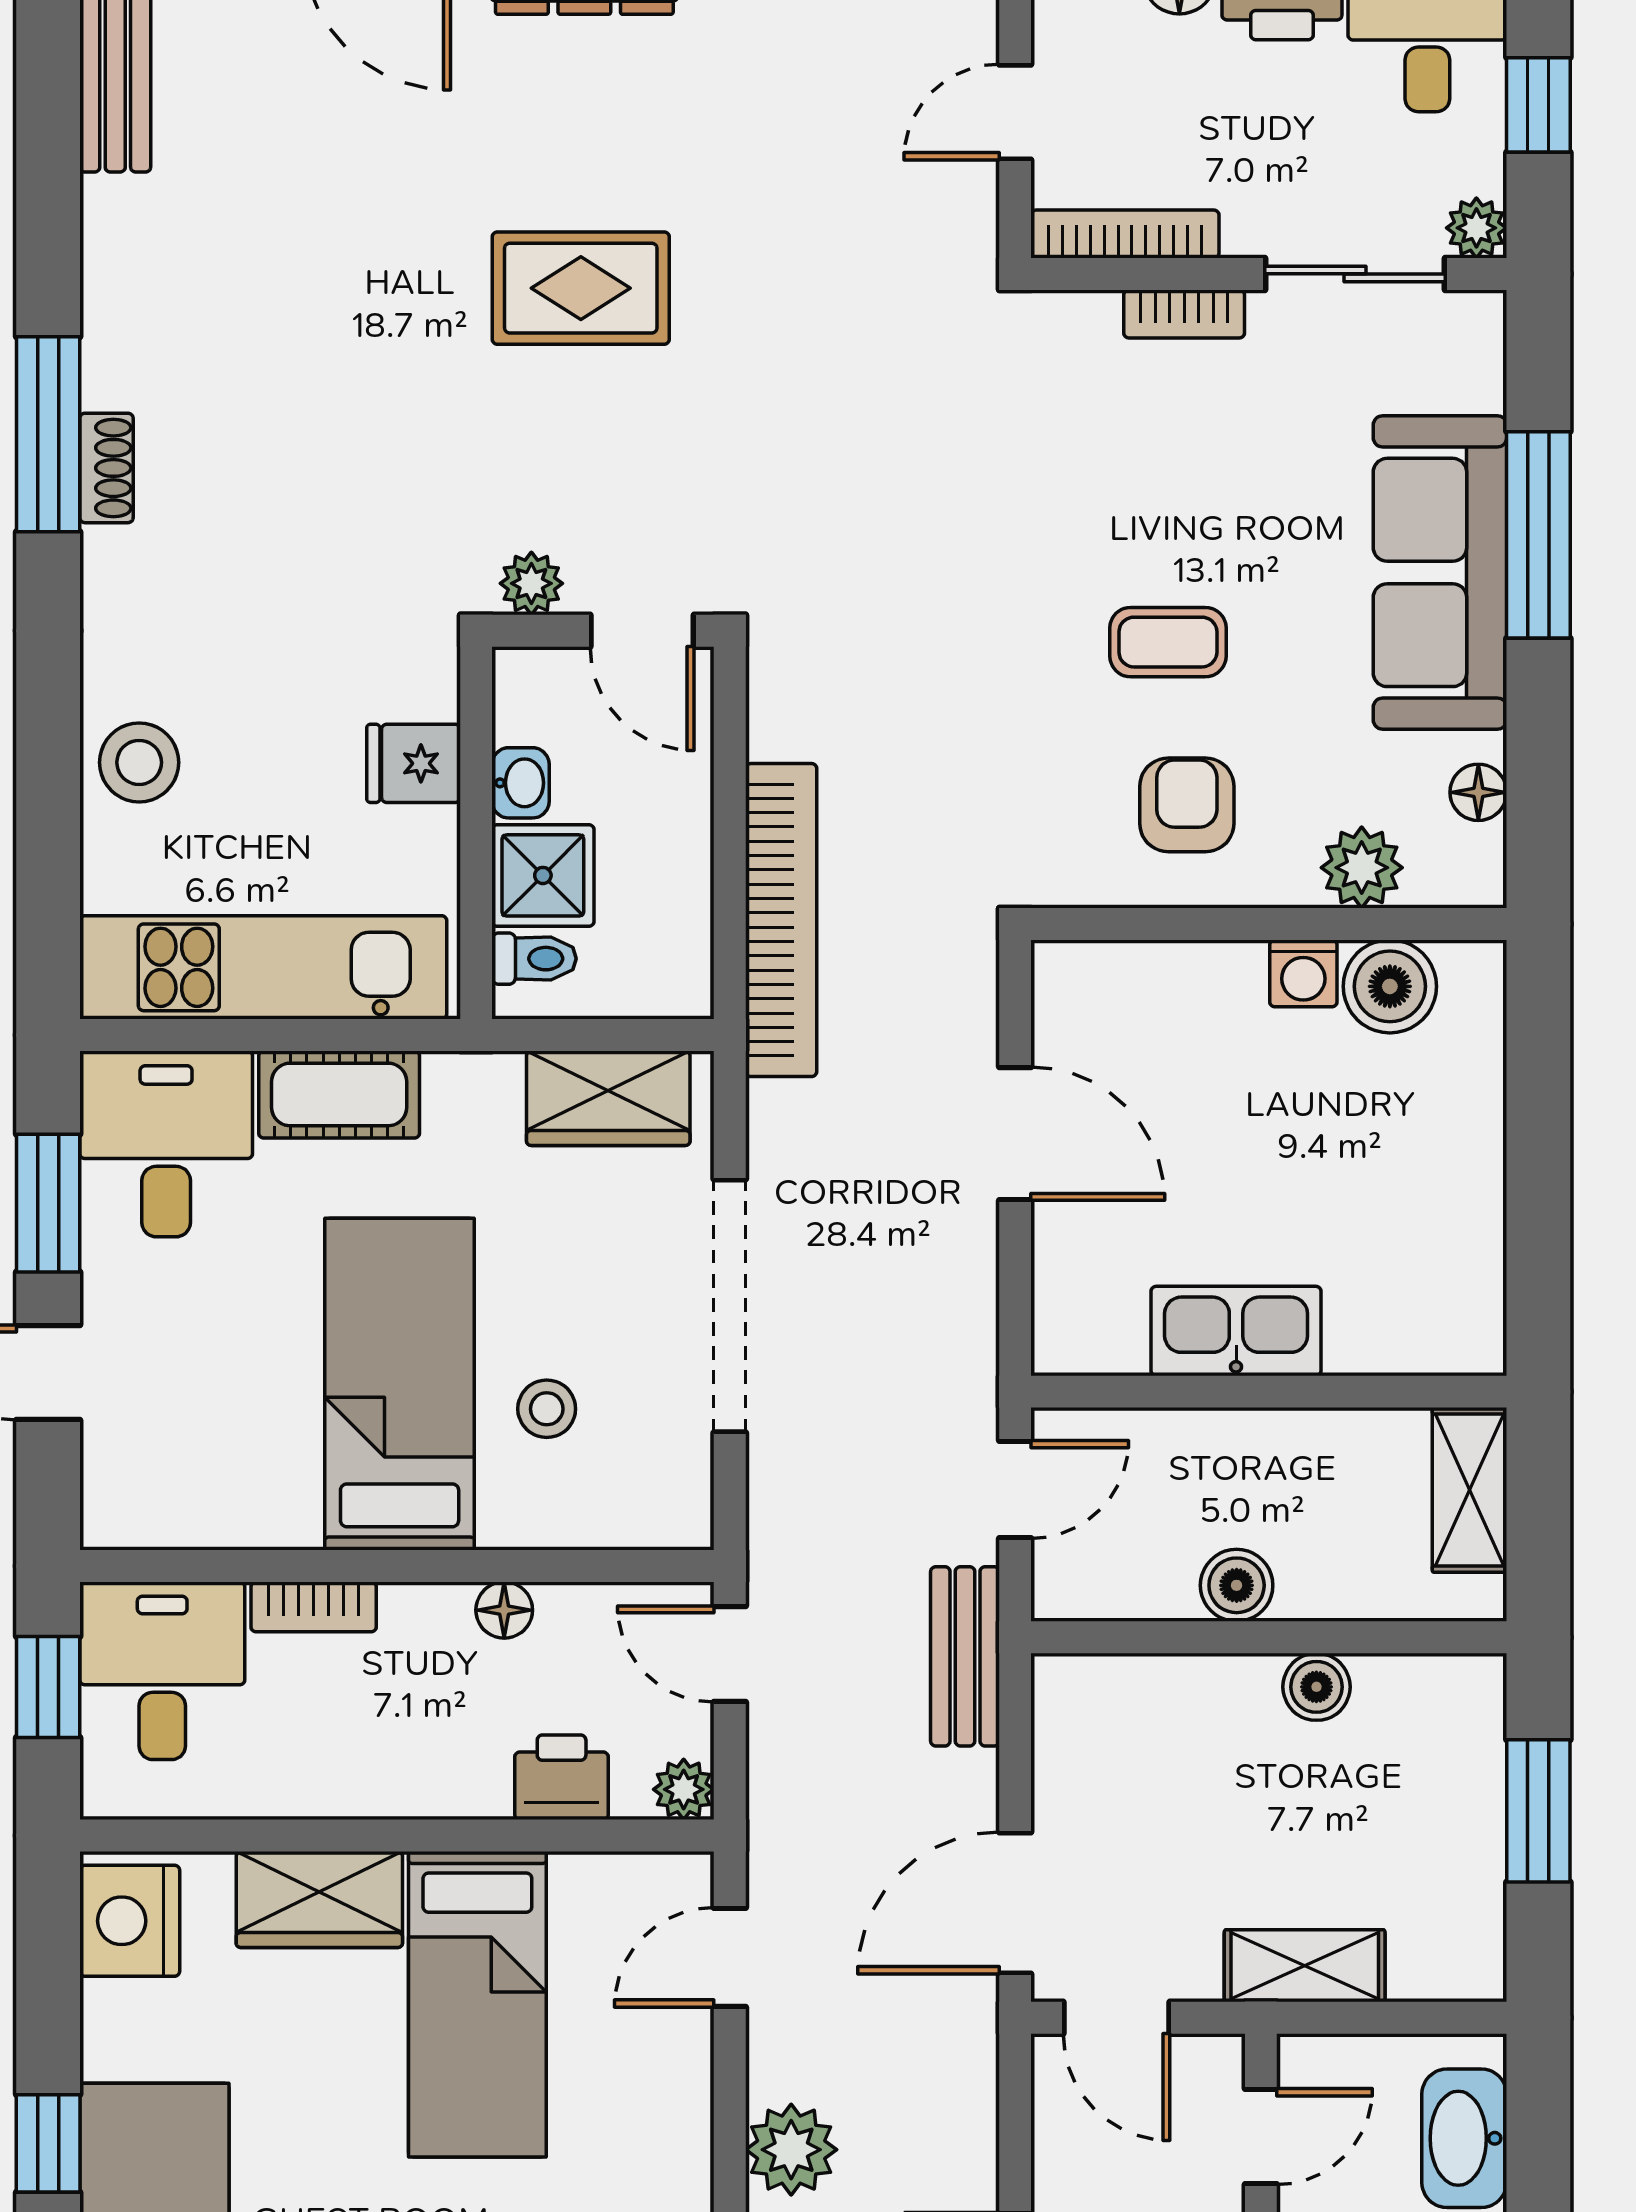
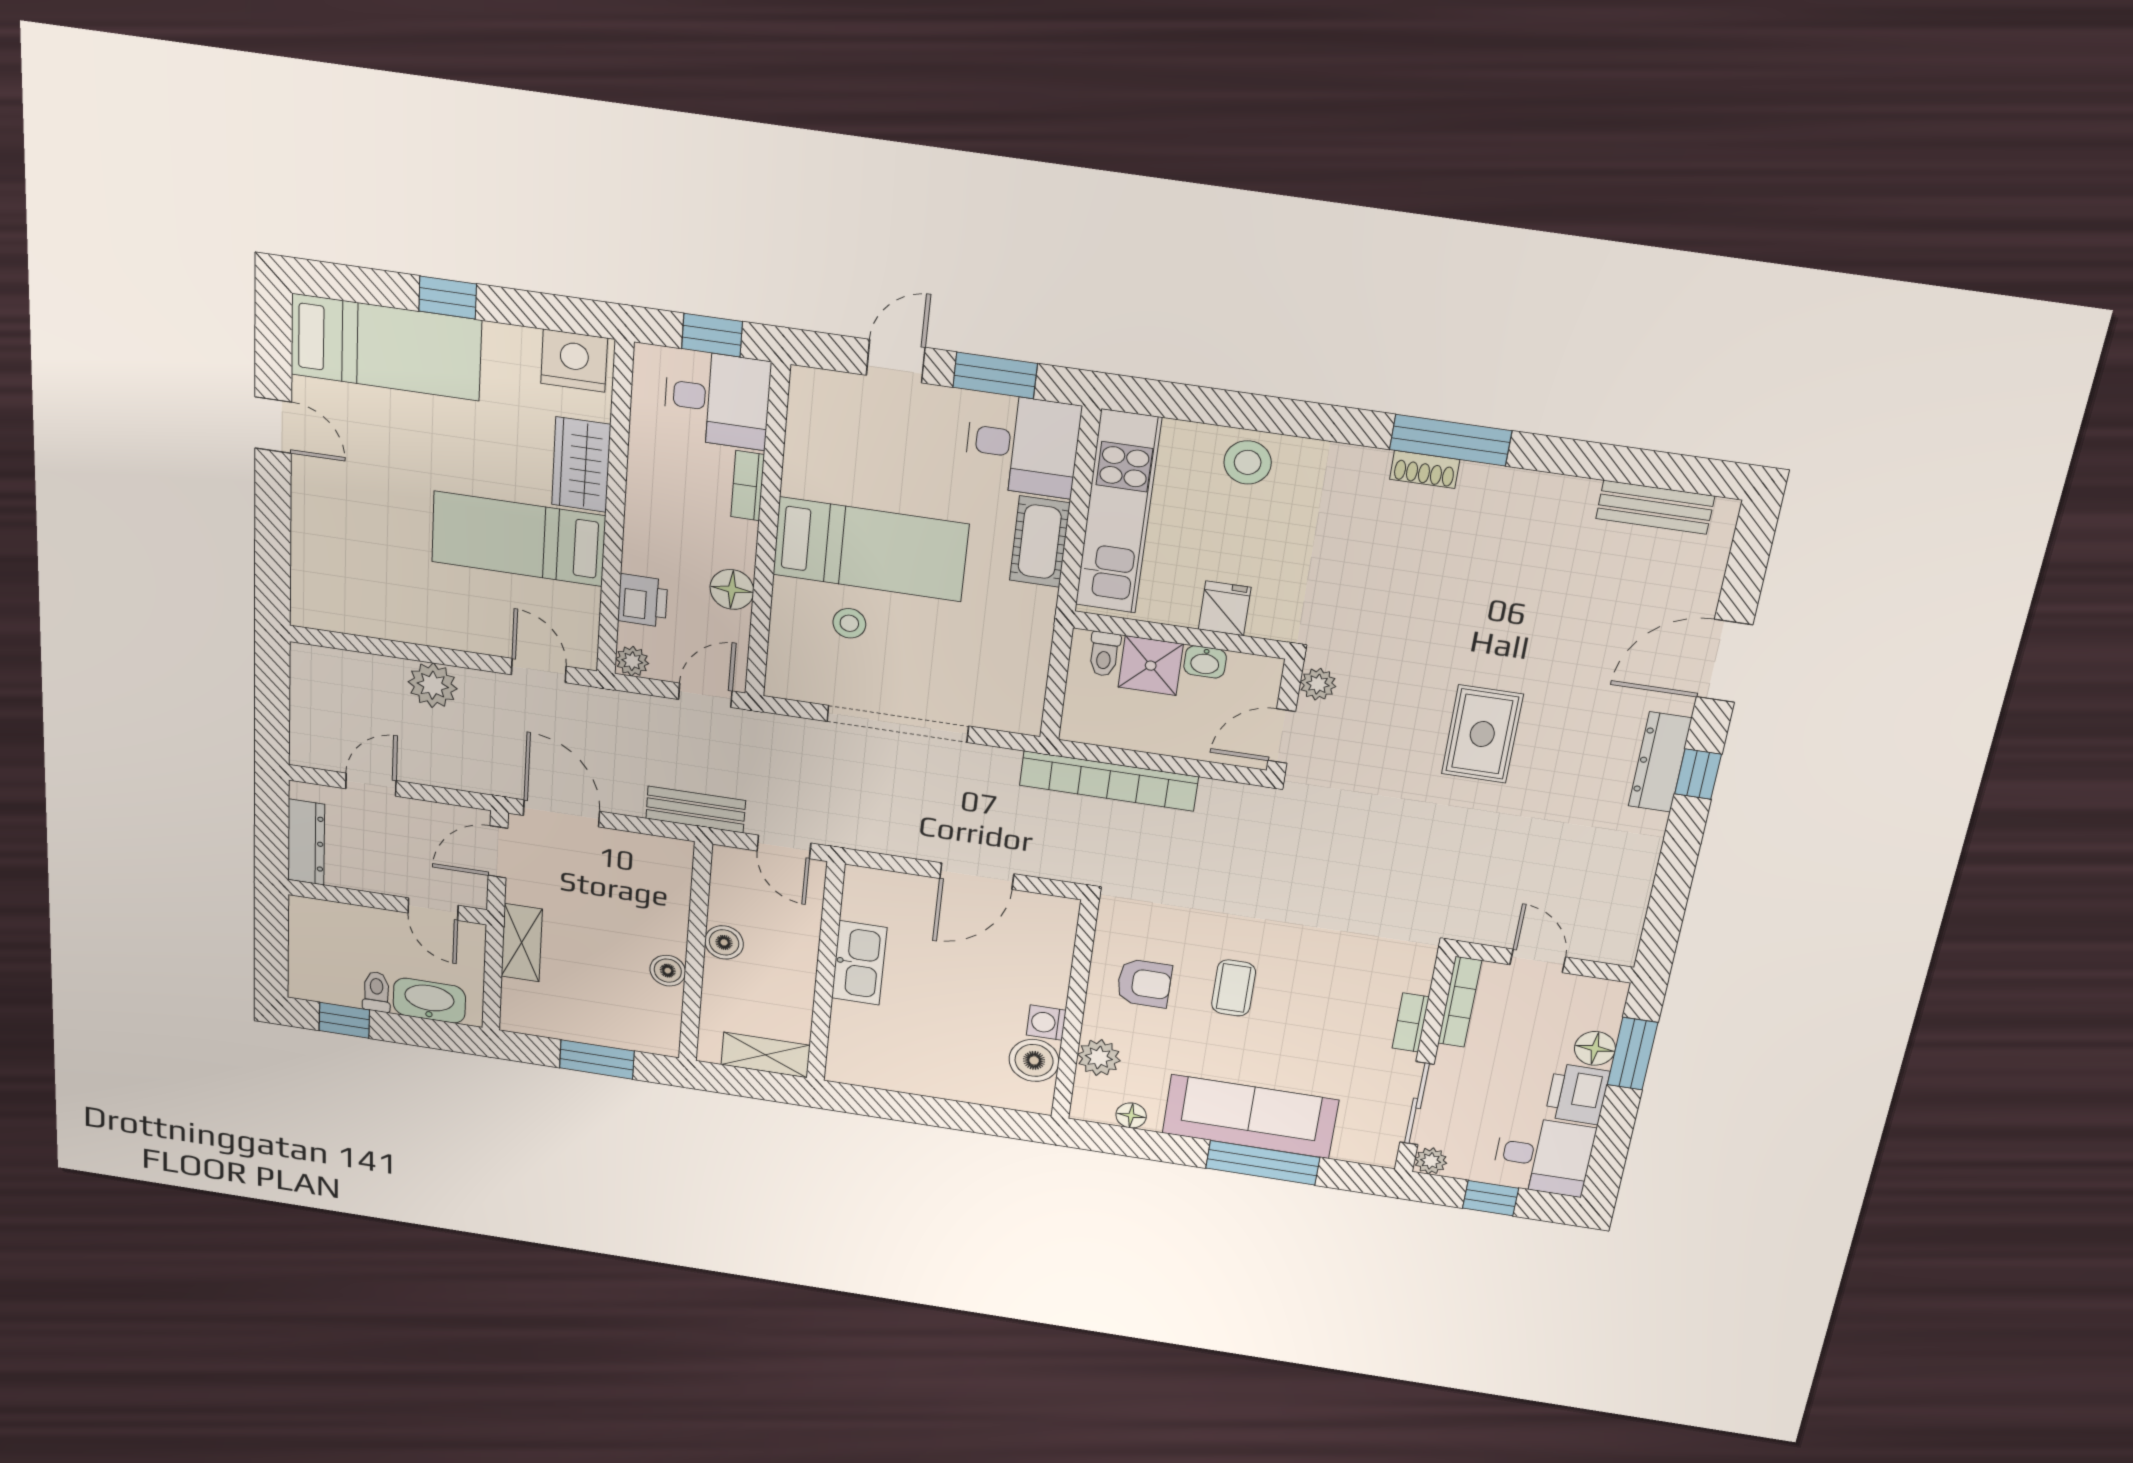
wardrobe: (608, 1098) -> (1020, 680), removed
floor lamp: (504, 1610) -> (732, 589), width x1.37, depth x1.37

